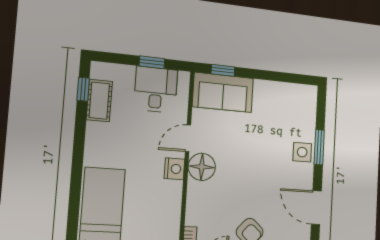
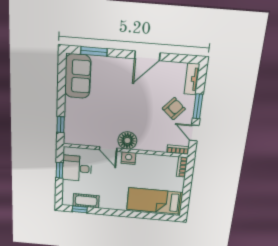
sofa: (223, 92) -> (78, 76), moved
window: (319, 147) -> (94, 51), moved
side table: (302, 152) -> (117, 67), removed
door: (316, 208) -> (147, 56), moved

